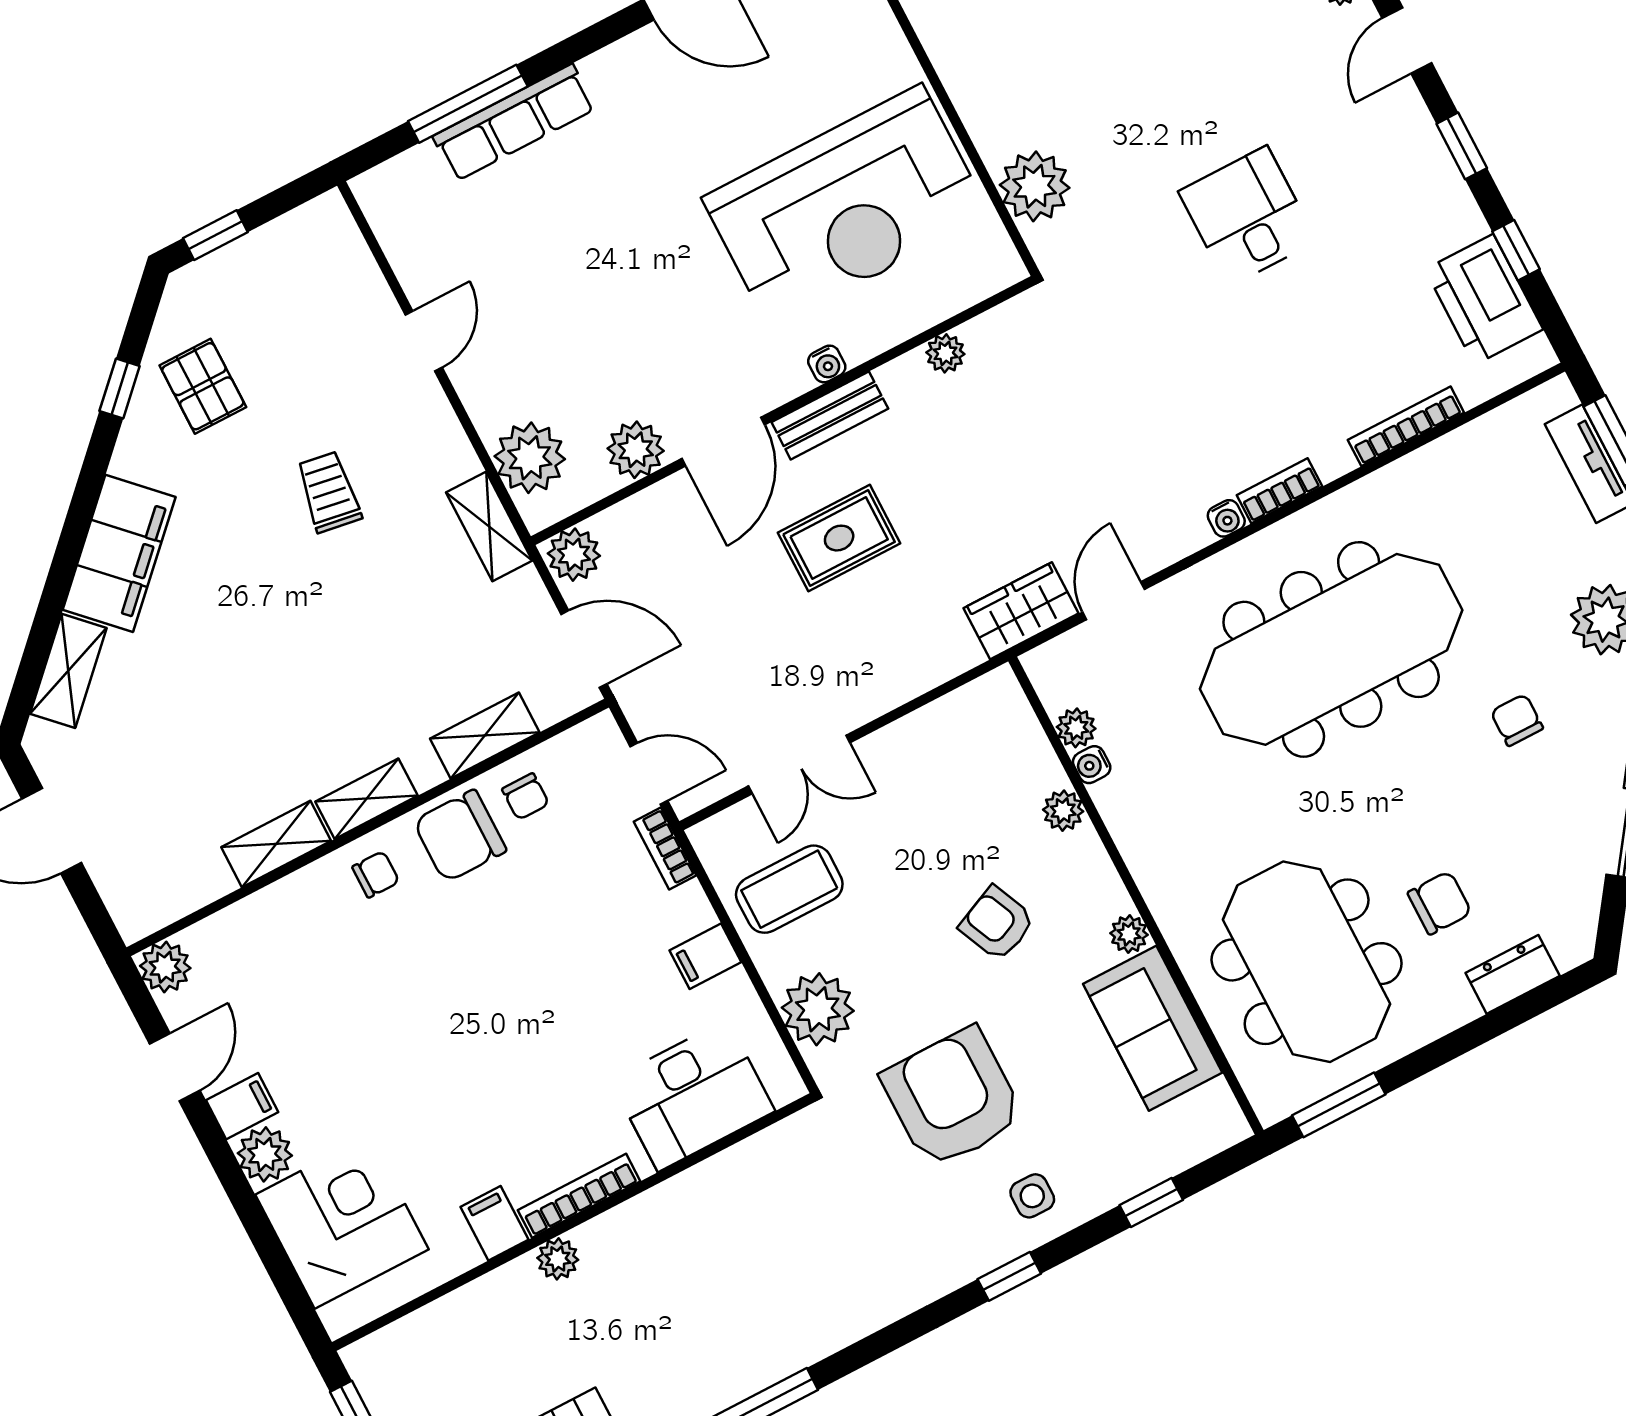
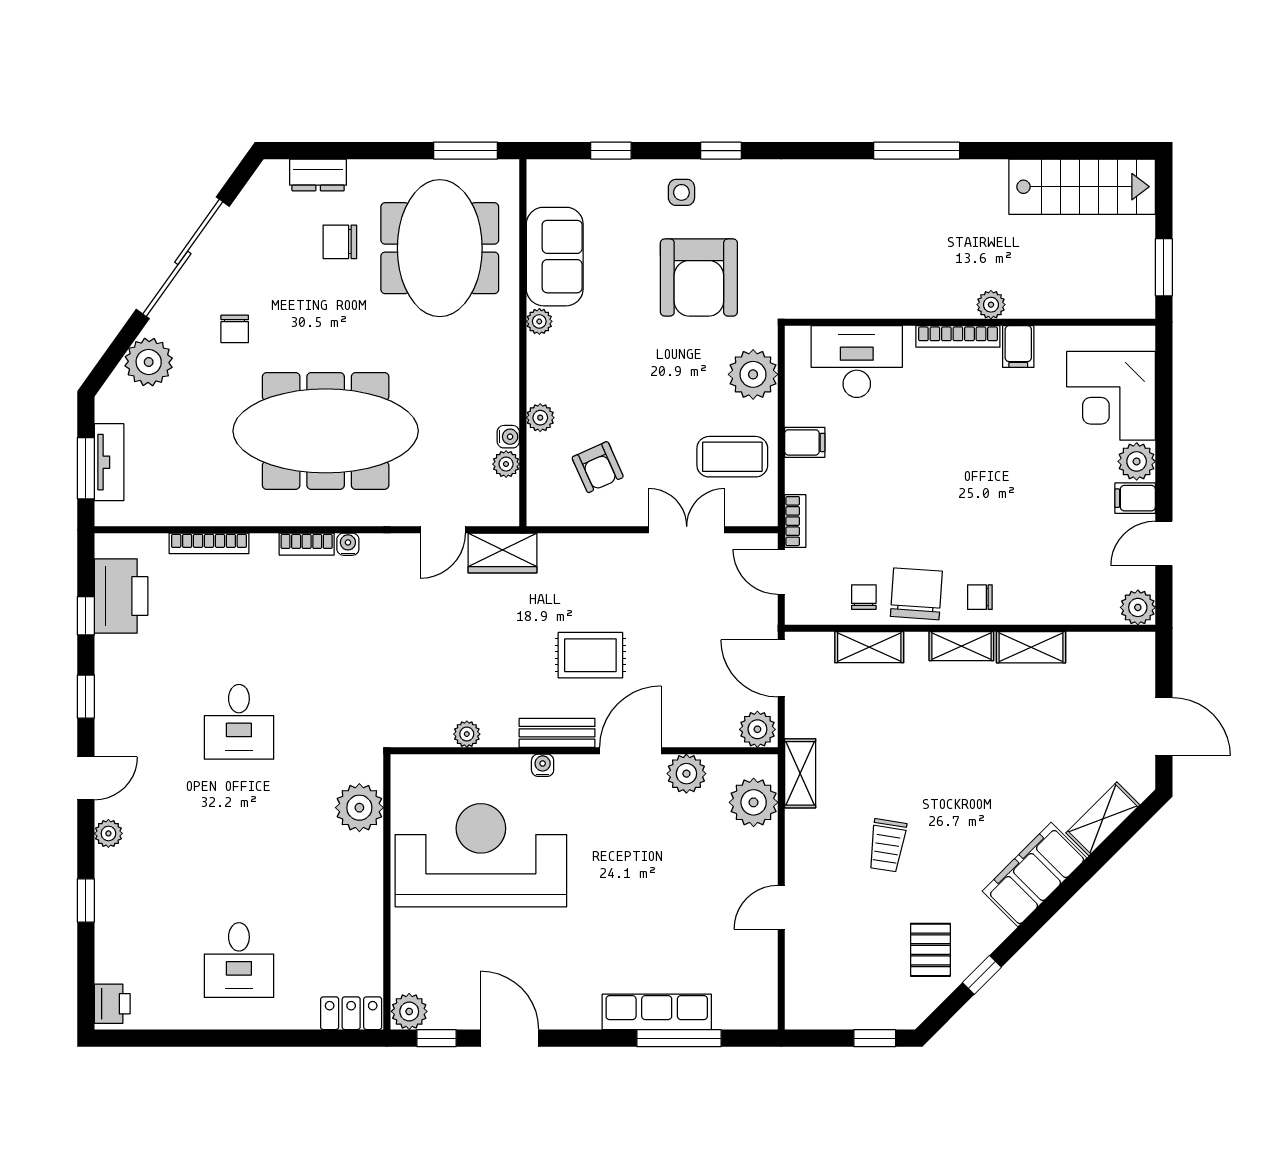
chair: (460, 836) -> (916, 594), turned -86
armchair: (997, 924) -> (598, 467), moved

